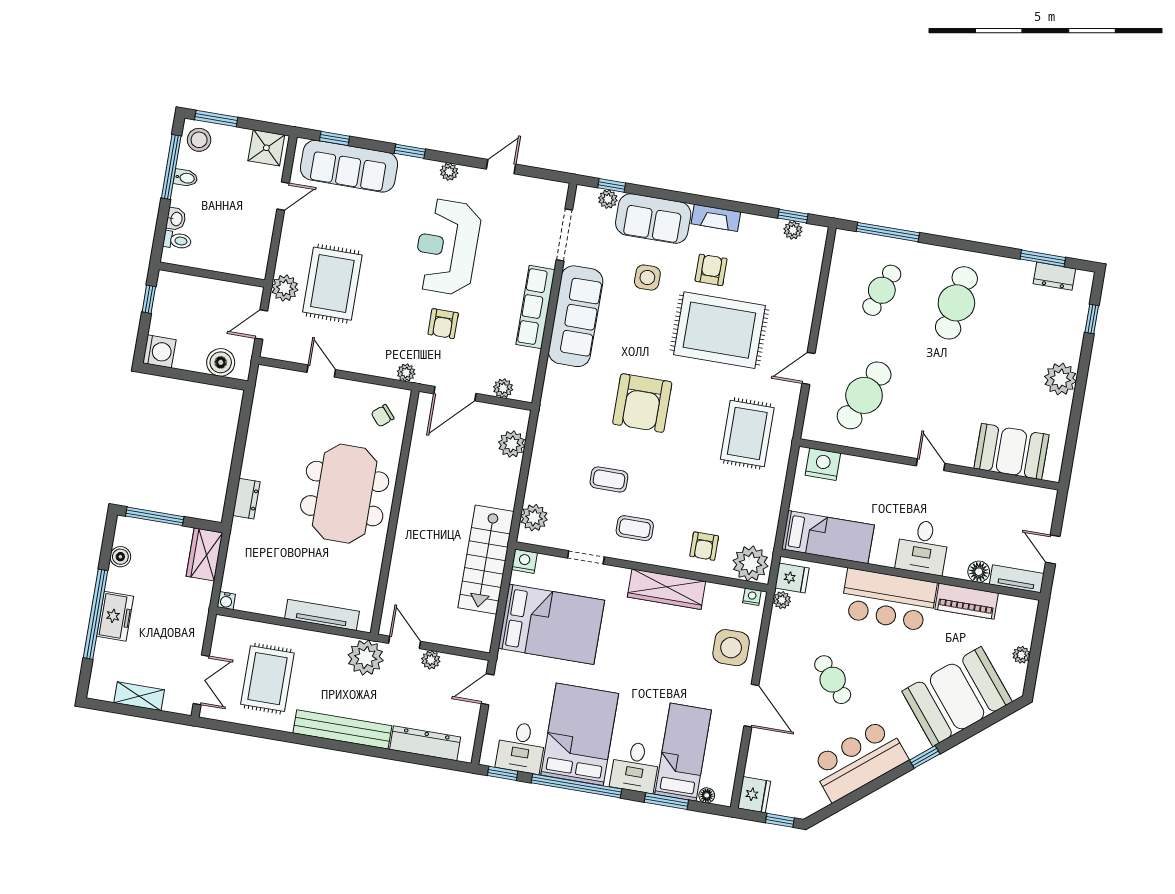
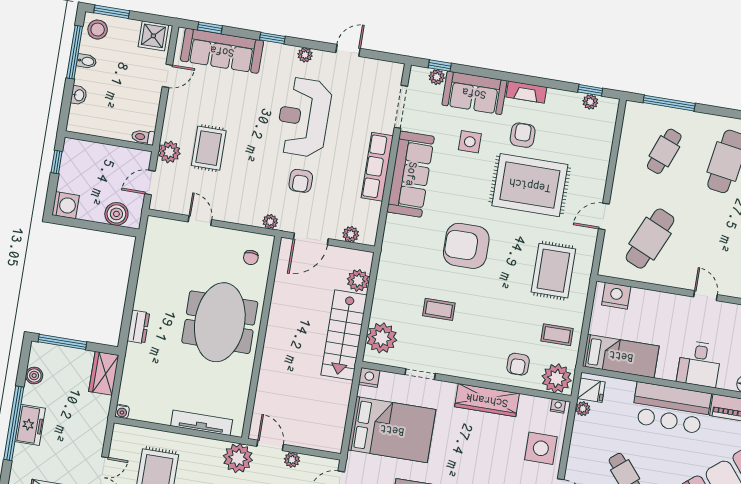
toilet: (177, 240) -> (143, 137), moved, turned 180
rug: (332, 284) -> (209, 148), width x0.73, depth x0.70
armchair: (642, 403) -> (466, 246), turned 90
chair: (382, 416) -> (251, 257), turned -49
plant: (534, 518) -> (382, 338), width x1.36, depth x1.36
coffee table: (635, 528) -> (557, 335), moved
stairs: (486, 560) -> (344, 335), moved

